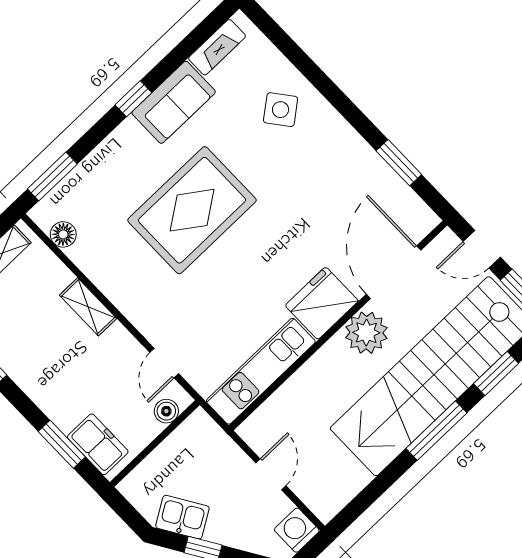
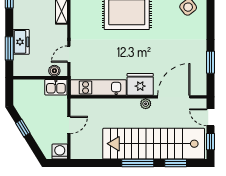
plant: (366, 333) -> (146, 104), width x0.53, depth x0.53
freezer: (98, 444) -> (21, 42), moved
kitchen sink: (182, 517) -> (56, 87), moved, turned 122

